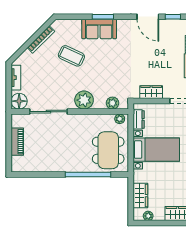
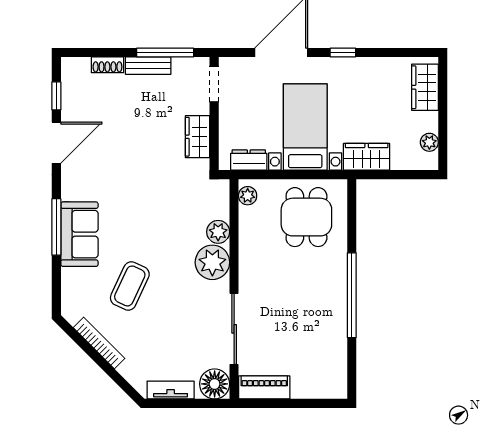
window: (103, 17) -> (56, 227), width x1.44
plant: (113, 103) -> (218, 232), moved
piano: (17, 142) -> (264, 387), moved
dining table: (108, 150) -> (306, 217), width x0.73
window: (88, 174) -> (352, 295), moved
wardrobe: (140, 196) -> (367, 157), moved

